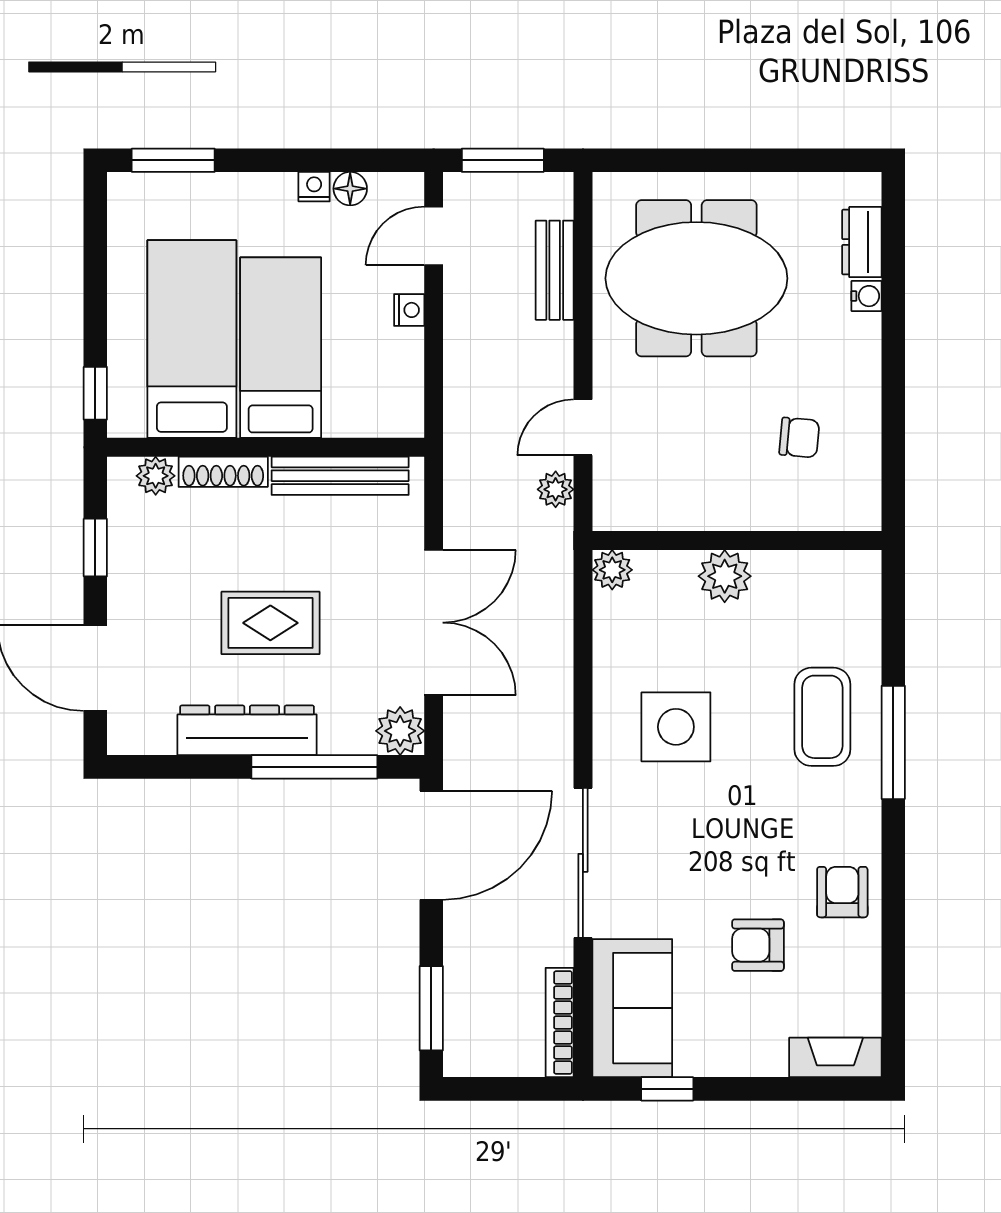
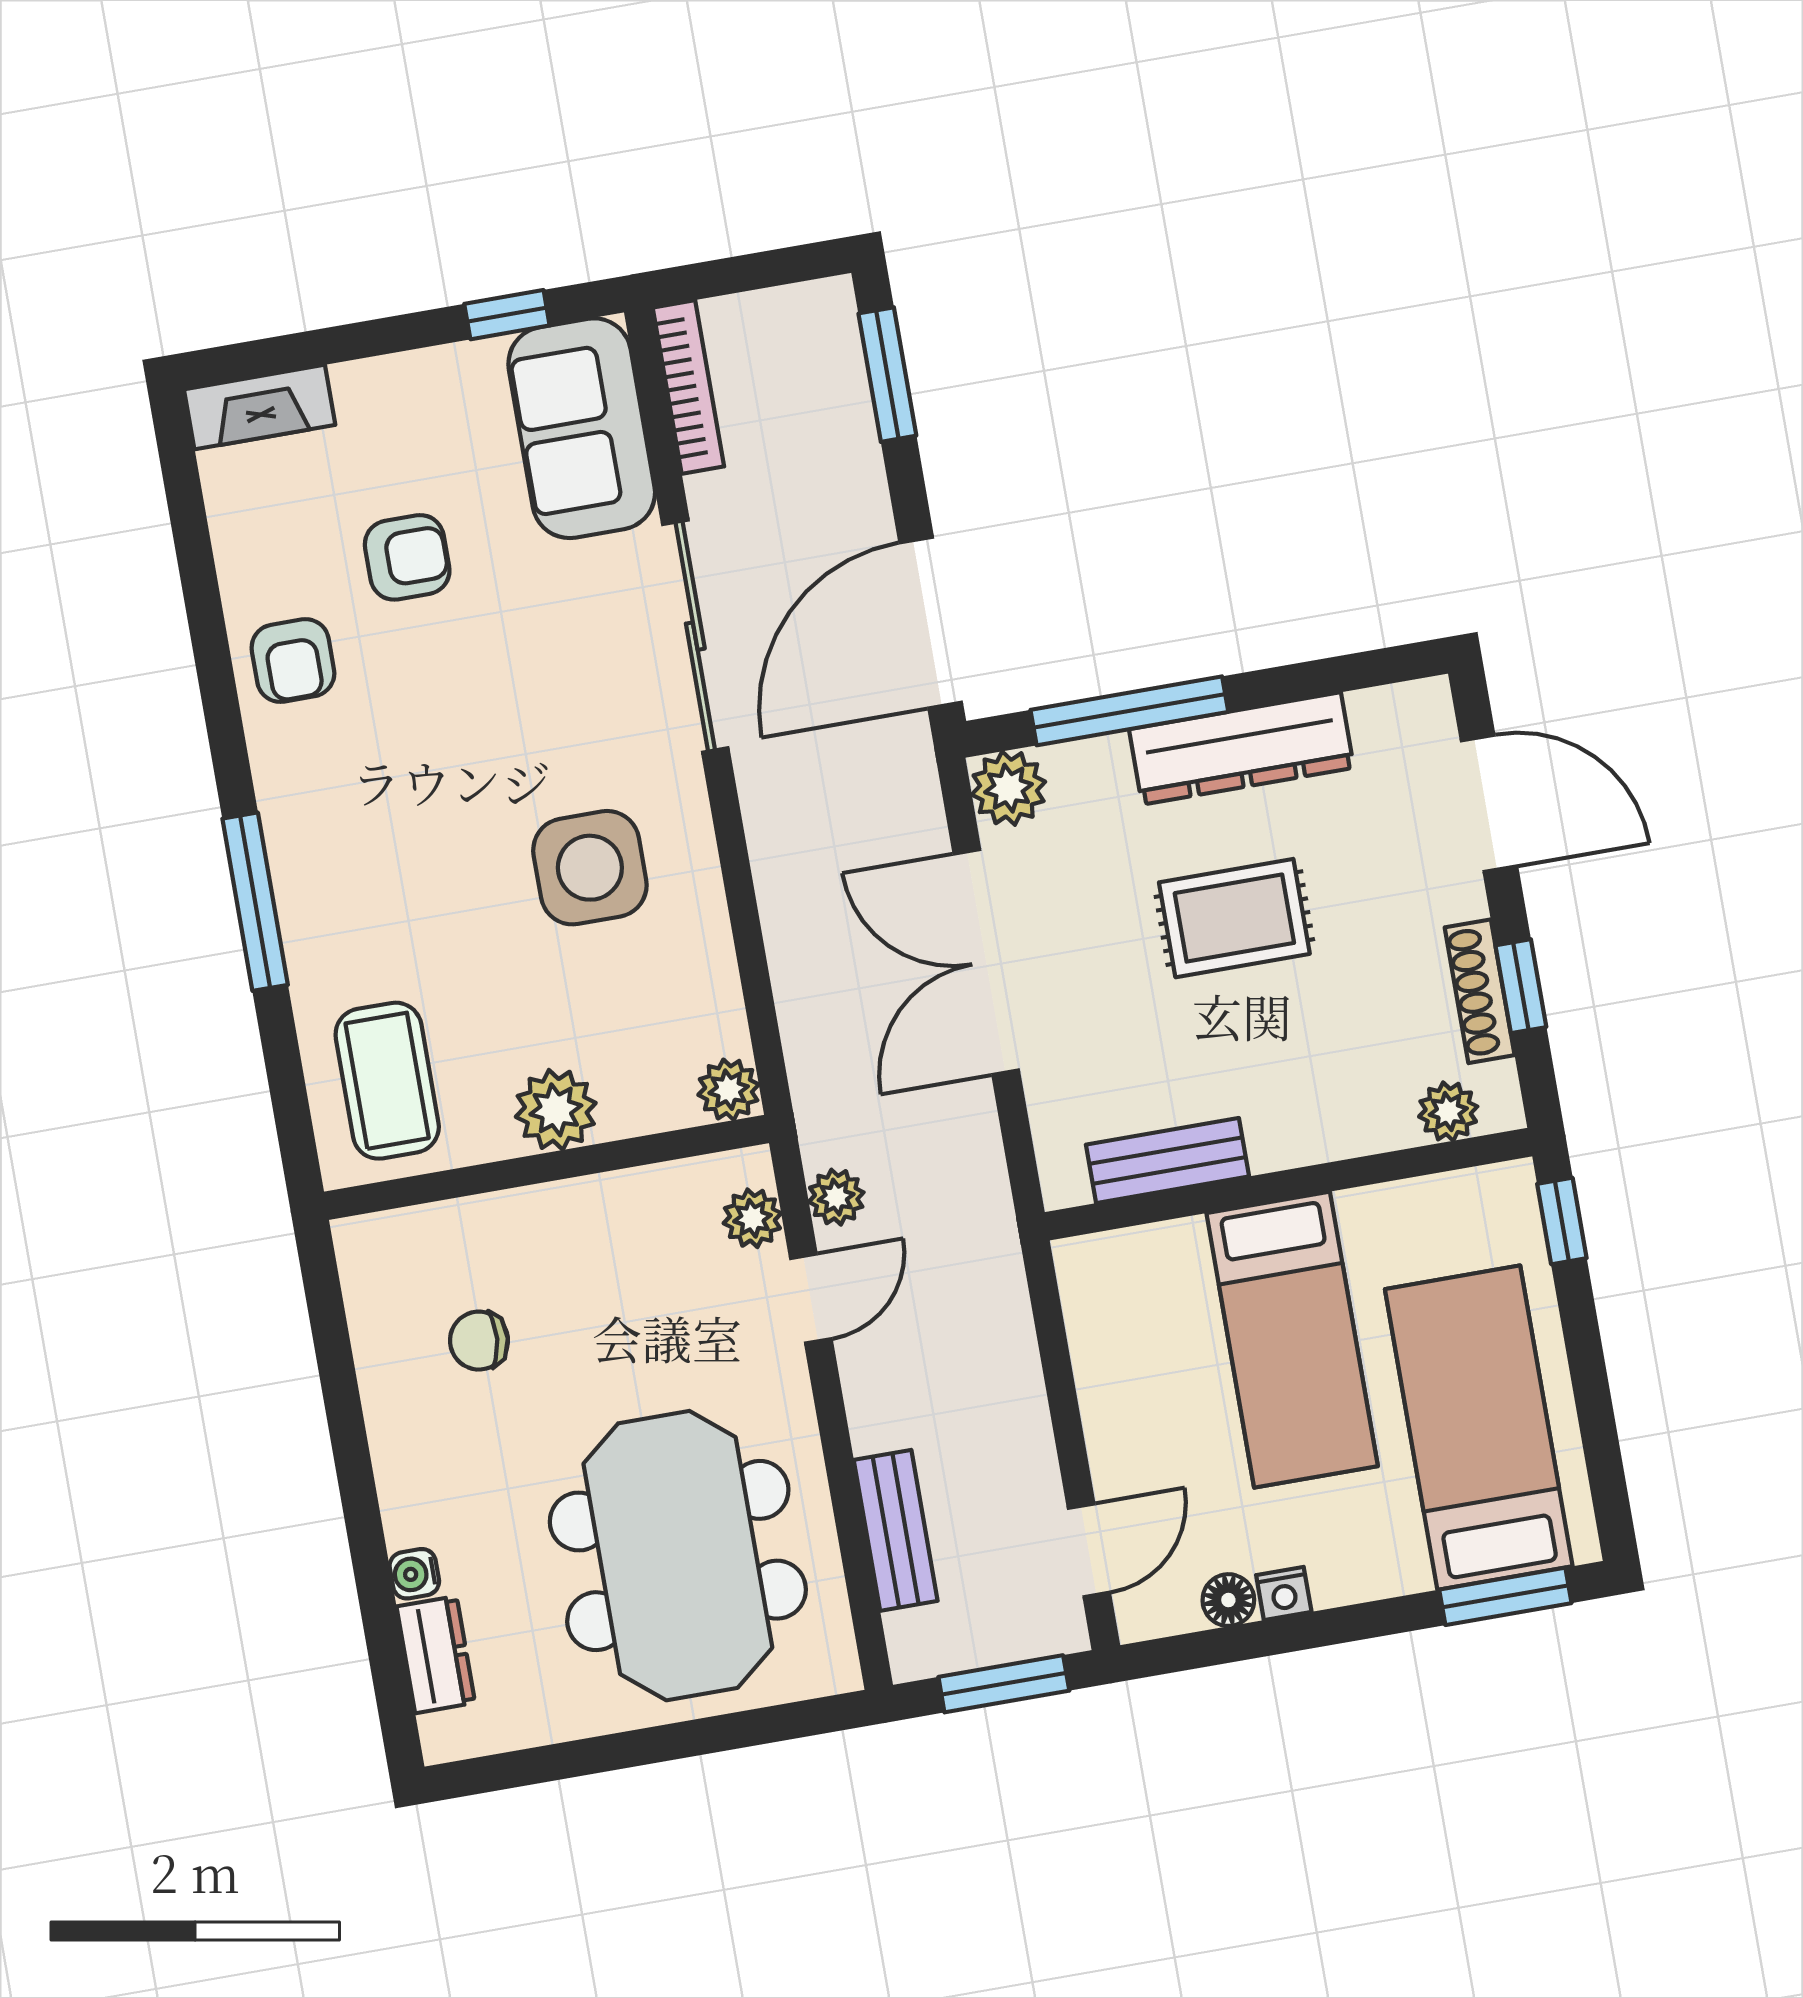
meeting table: (696, 278) -> (678, 1556), turned 90
nightstand: (409, 310) -> (1106, 1431), removed
bed: (192, 339) -> (1479, 1428), moved, turned 180
shoe rack: (223, 472) -> (1480, 991), moved, turned -90
bench: (340, 476) -> (1167, 1161), width x0.73
plant: (611, 485) -> (752, 1218), added
coffee table: (822, 717) -> (387, 1081), moved

